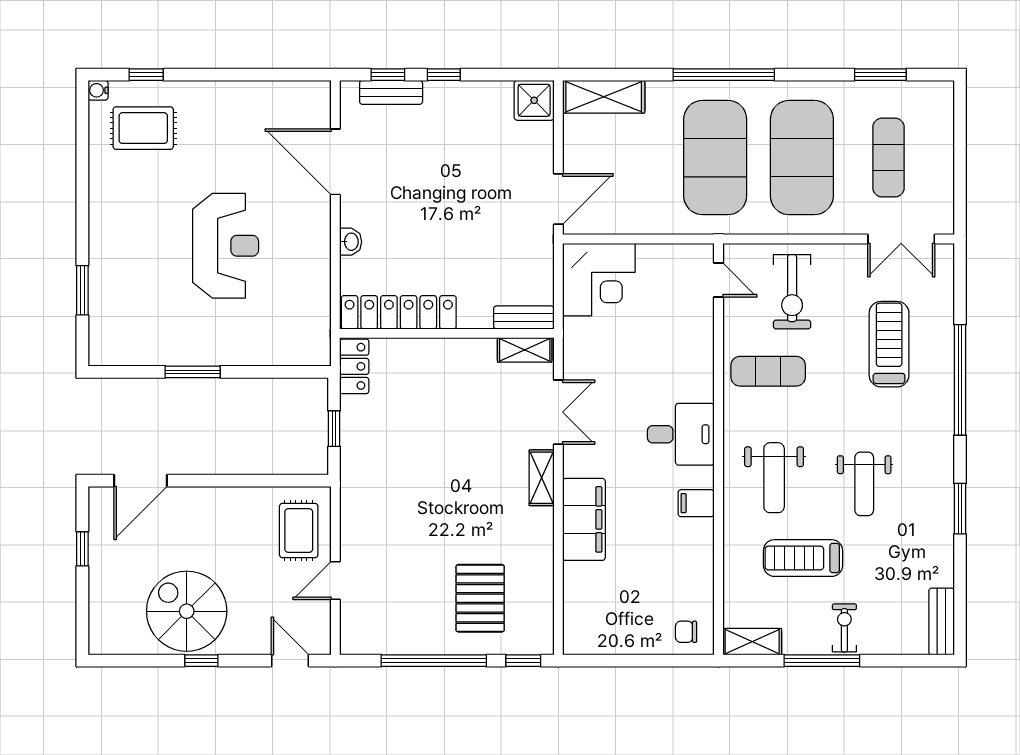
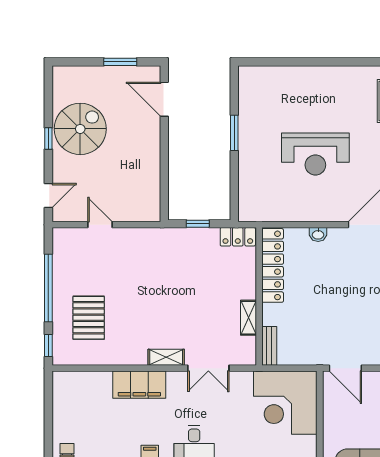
corner desk: (599, 280) -> (285, 403), width x1.36, depth x1.36
window: (82, 290) -> (287, 62), removed
shelving: (525, 350) -> (248, 318), moved
rug: (299, 530) -> (132, 201), removed
window: (82, 549) -> (120, 62), width x1.50
pallet: (480, 598) -> (89, 318), turned 90

